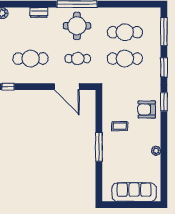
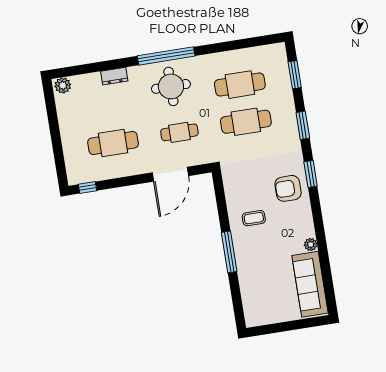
window: (164, 31) -> (295, 75), width x0.69
door: (67, 87) -> (170, 174), hinge flipped
sofa: (134, 192) -> (310, 284), moved, turned -90

